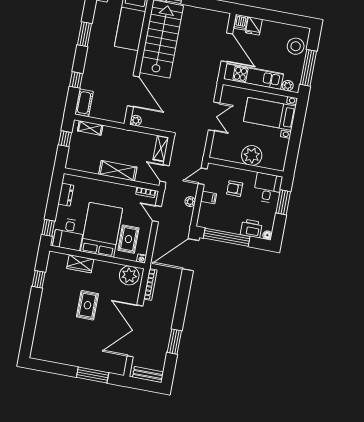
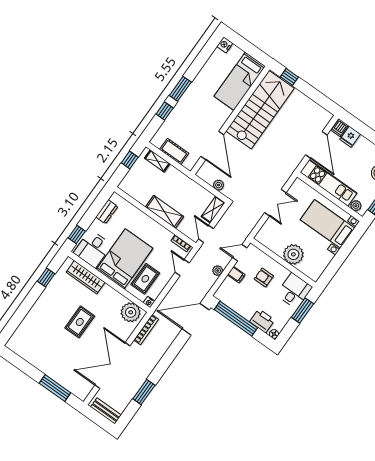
window: (85, 34) -> (180, 89), moved
cot: (84, 103) -> (174, 151), moved, turned 90
plant: (136, 121) -> (219, 185), moved
wardrobe: (80, 264) -> (86, 277), width x1.50

